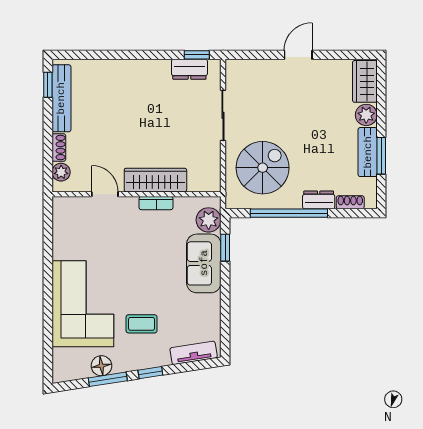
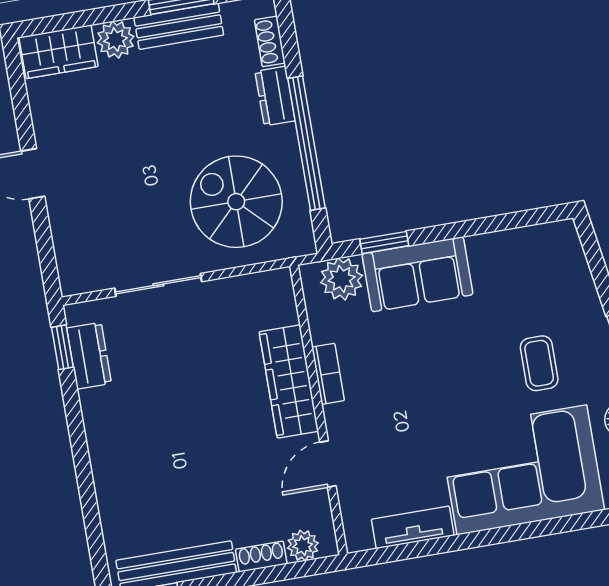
tv unit: (194, 353) -> (413, 527), moved, turned 99

